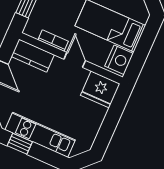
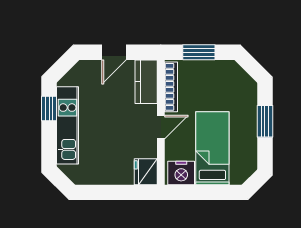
bookcase: (53, 41) -> (171, 87), width x1.56
fridge: (100, 89) -> (146, 172), width x0.73, depth x0.75

